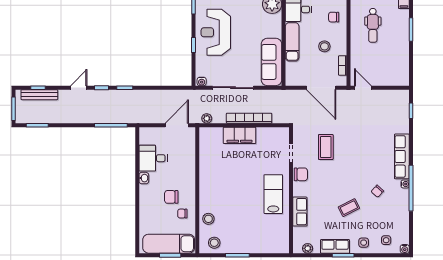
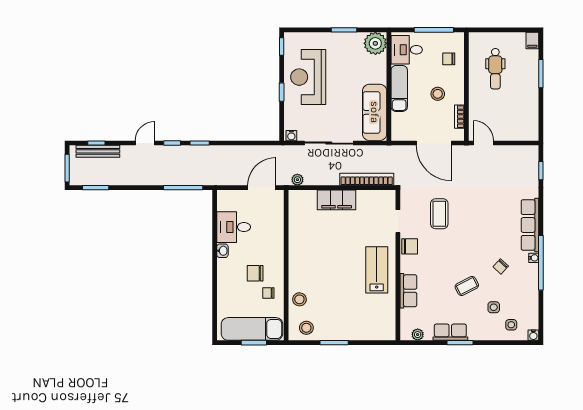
bookcase: (249, 118) -> (367, 179), moved
side table: (364, 243) -> (494, 307), moved

